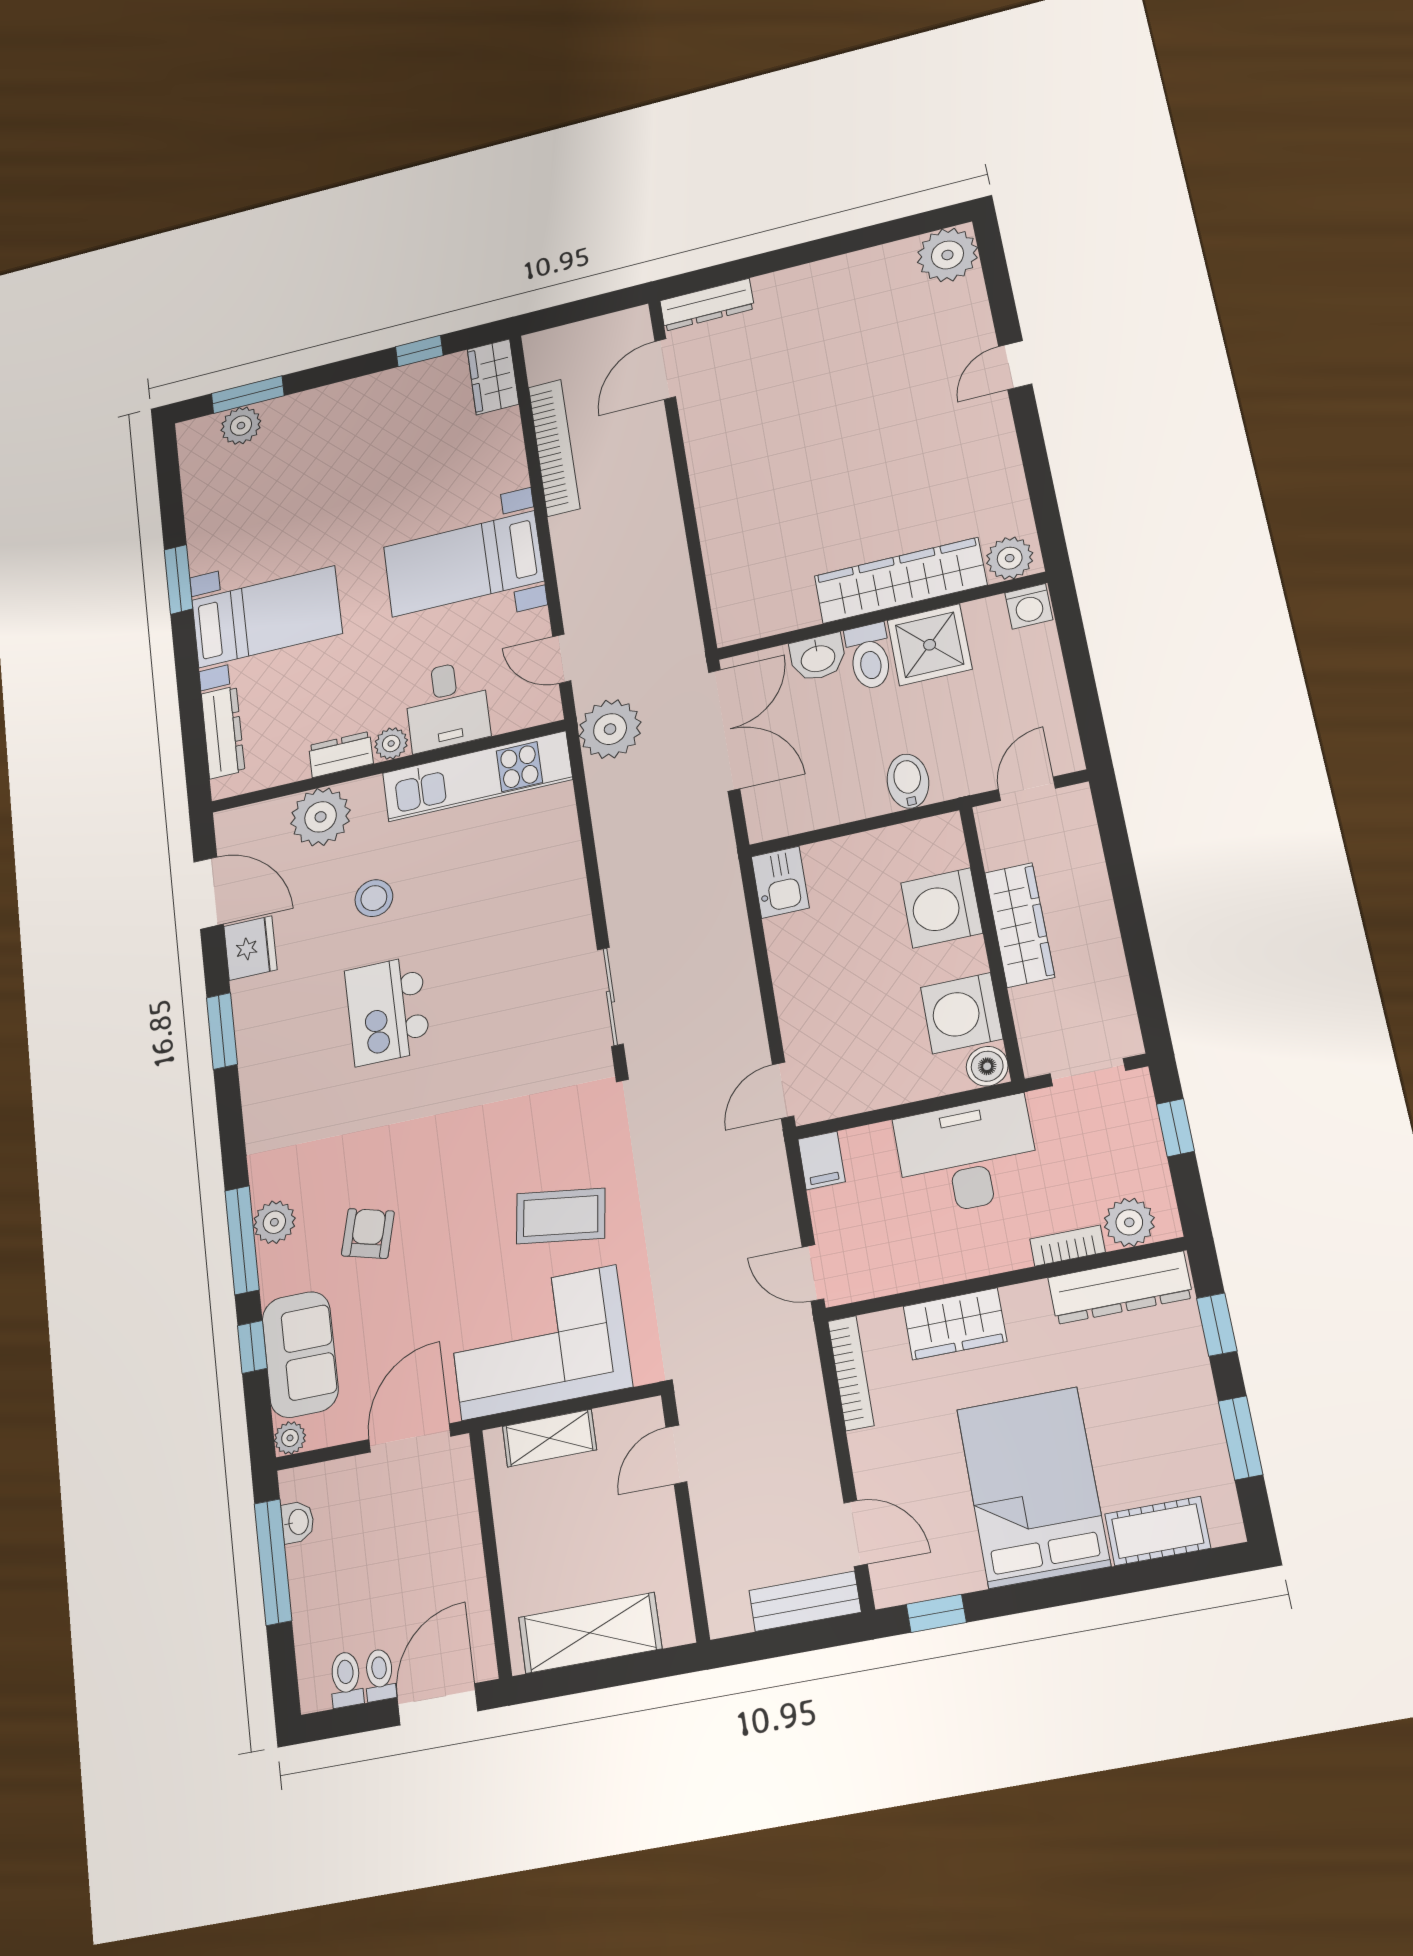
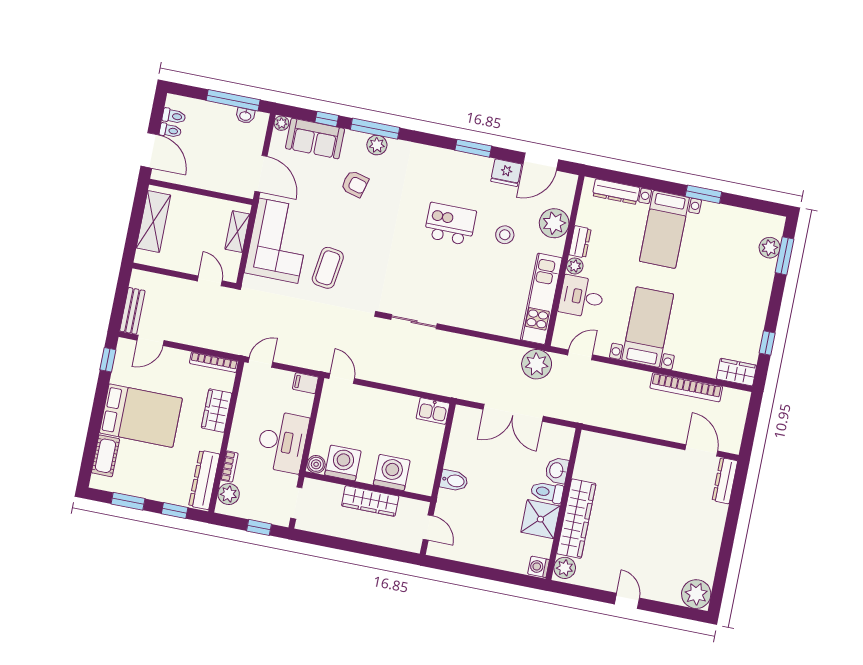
plant: (1010, 558) -> (565, 568), moved
wardrobe: (900, 580) -> (576, 519), moved
washing machine: (1029, 606) -> (539, 567), moved
wall: (881, 616) -> (564, 504), moved
shower: (930, 645) -> (540, 519), moved
toilet: (869, 656) -> (547, 492), moved
washbasin: (818, 658) -> (557, 470), moved

